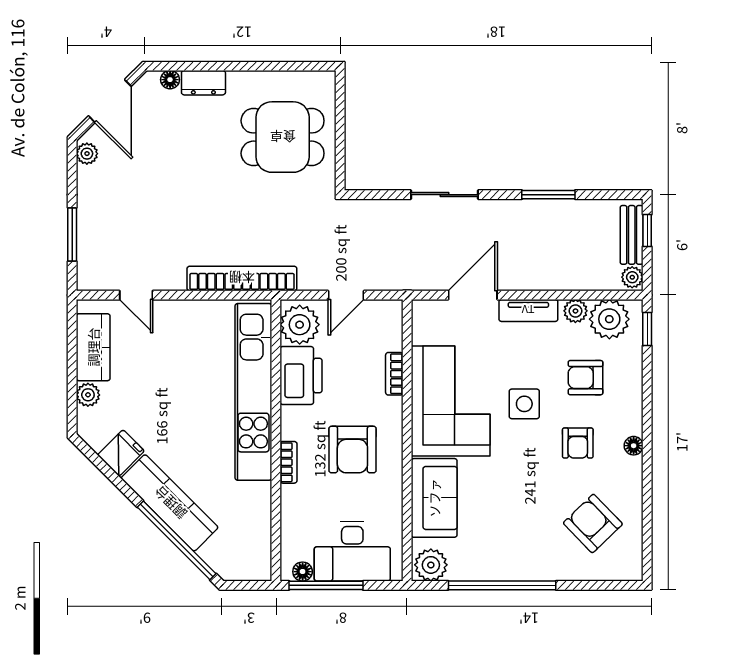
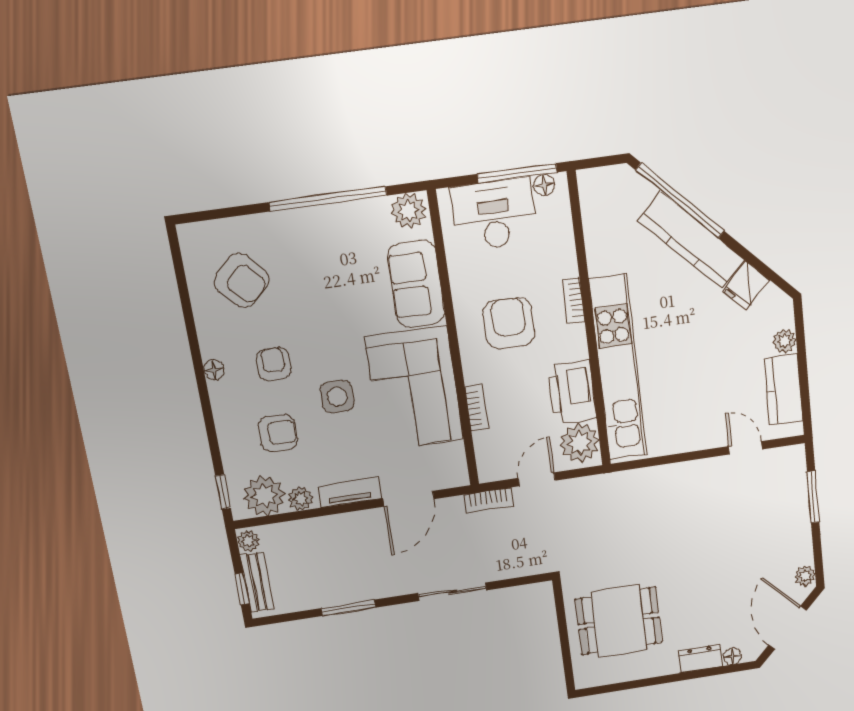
bookcase: (242, 278) -> (489, 500), moved, width x0.43, depth x0.76

